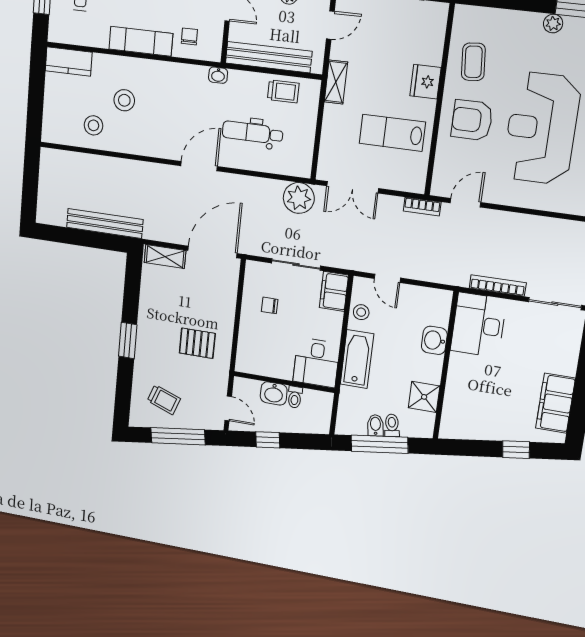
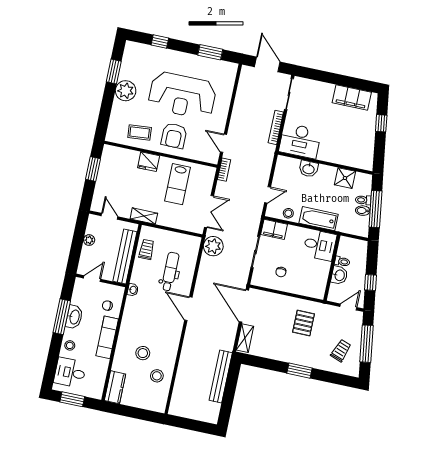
plant: (553, 24) -> (126, 91), width x1.88, depth x1.88
dental chair: (252, 133) -> (170, 272), turned 180

